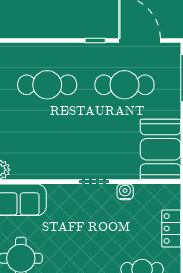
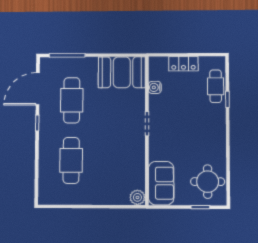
water cooler: (125, 192) -> (155, 87), moved

